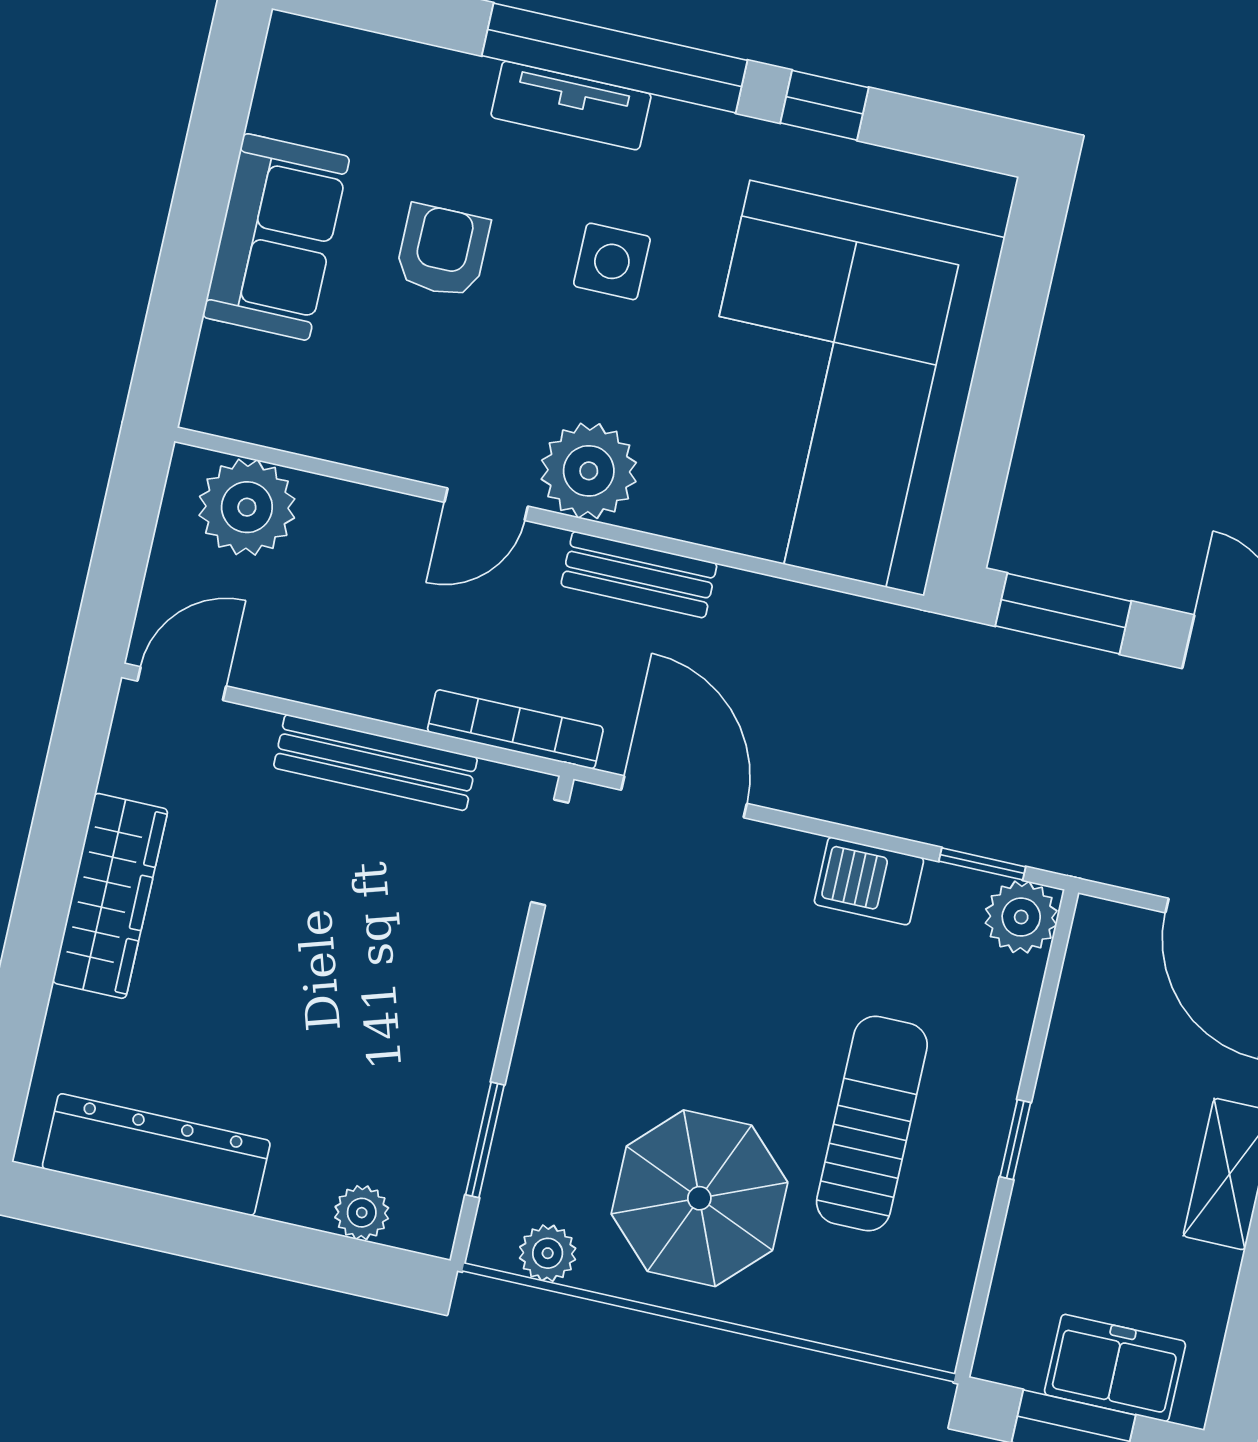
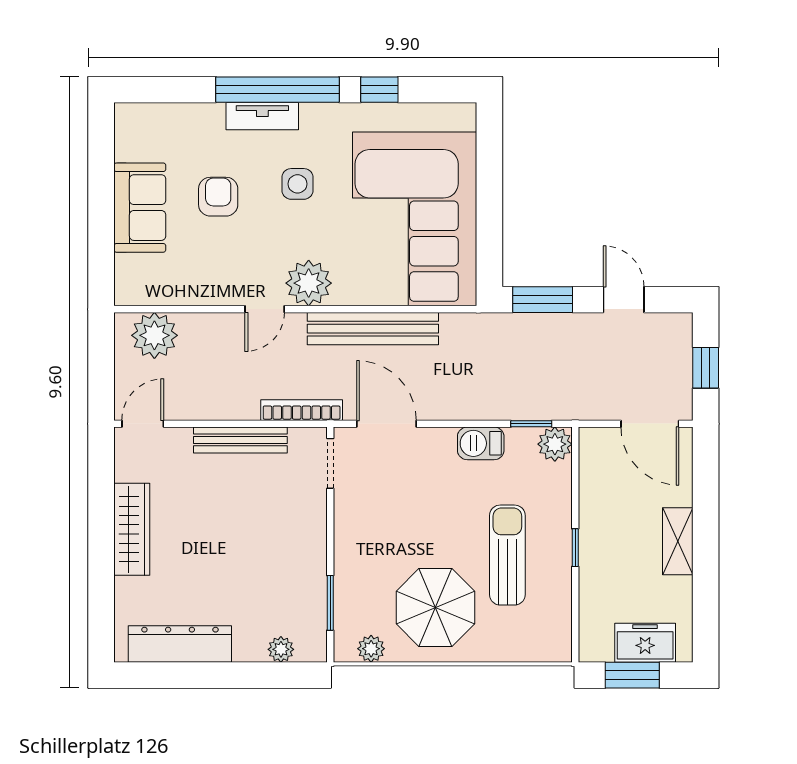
bench: (639, 575) -> (373, 329), width x1.86, depth x1.21

